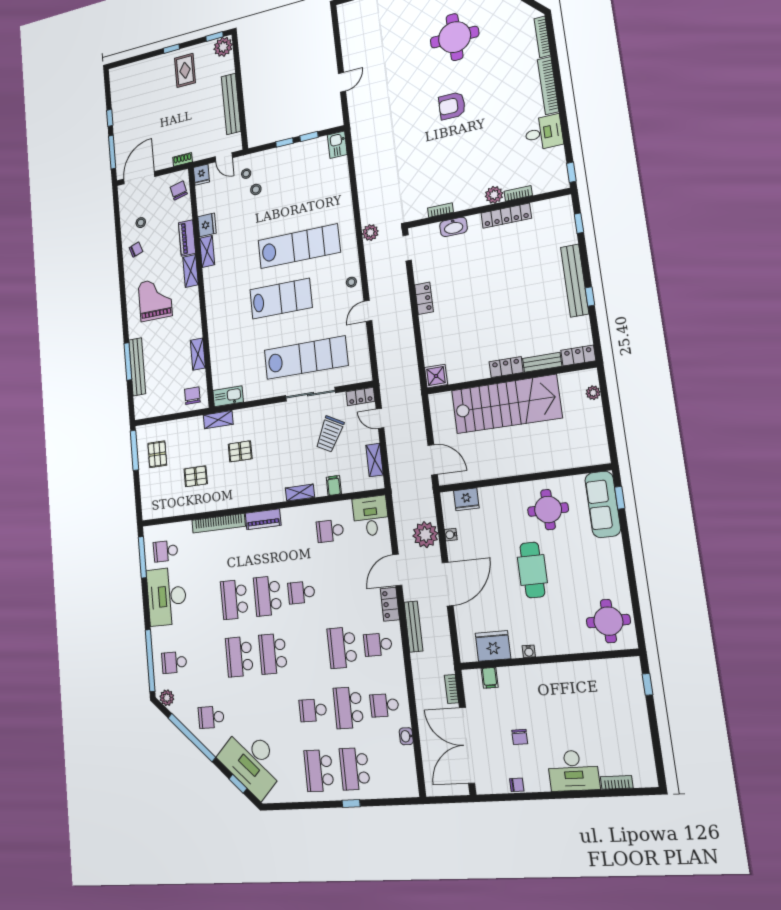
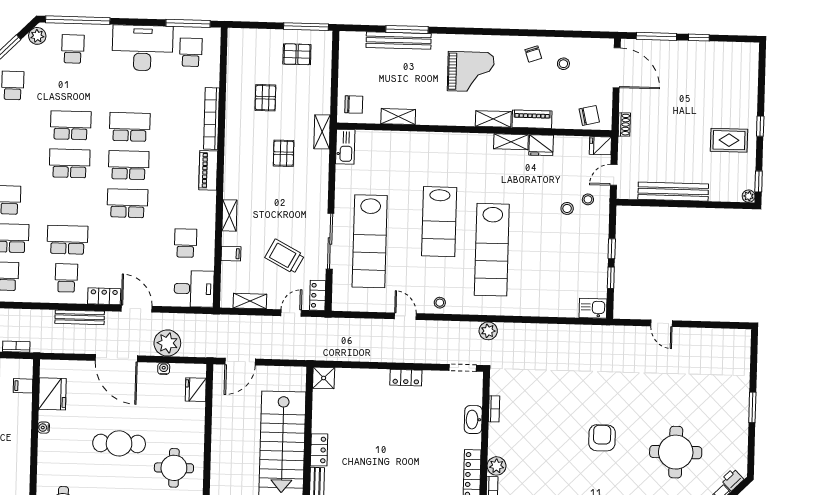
plant: (223, 47) -> (749, 196), width x0.53, depth x0.53
school desk: (301, 592) -> (128, 203), width x1.85

